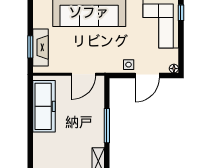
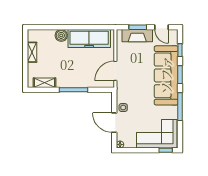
door: (30, 18) -> (162, 27), added
door: (84, 74) -> (115, 71), hinge flipped
boiler: (40, 141) -> (61, 35), added

